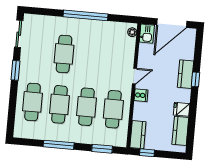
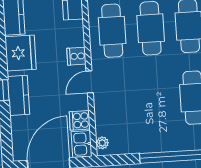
cooker: (146, 50) -> (80, 120), added
fridge: (182, 109) -> (21, 53), width x1.88, depth x1.34

